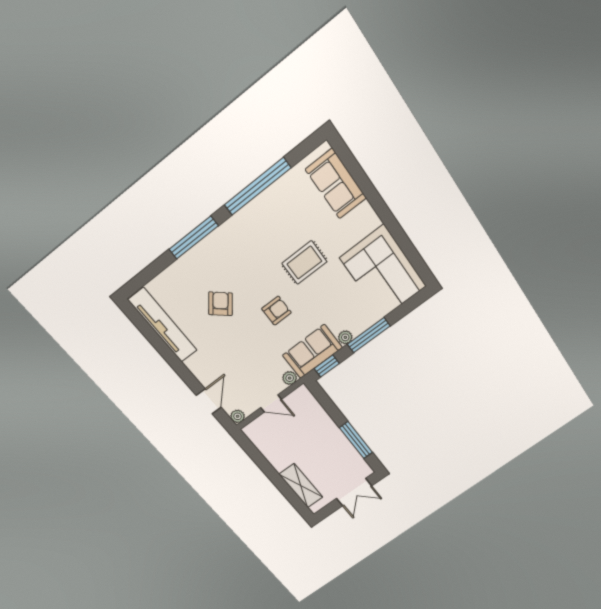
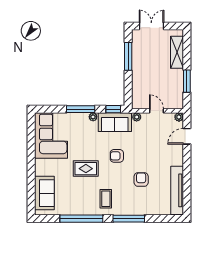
coffee table: (246, 241) -> (106, 199), added
armchair: (220, 304) -> (141, 179), turned 140
window: (263, 463) -> (187, 81), added

